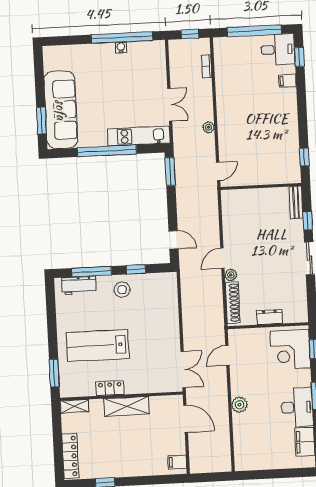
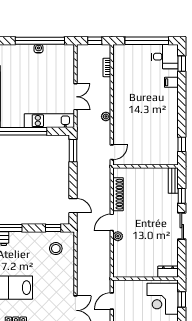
window: (136, 269) -> (53, 228), moved
stool: (122, 290) -> (56, 249), moved
shoe rack: (233, 303) -> (118, 194), moved
dresser: (270, 317) -> (168, 272), moved

